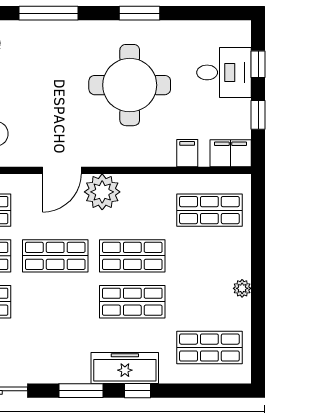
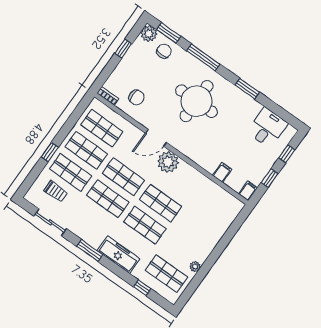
desk: (224, 72) -> (267, 128), moved, turned -90
round table: (130, 85) -> (196, 101), moved
filing cabinet: (231, 153) -> (248, 191), width x0.50
shop shelf: (209, 210) -> (108, 199), moved
plant: (242, 288) -> (195, 267), moved
window: (138, 391) -> (142, 288), moved

